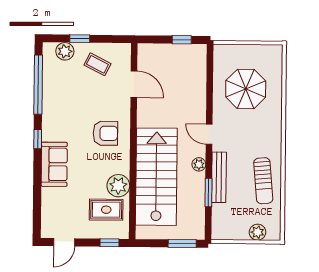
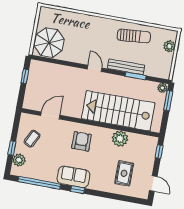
parasol: (246, 89) -> (49, 43), moved
door: (209, 134) -> (95, 68), swing flipped
sofa: (54, 164) -> (73, 177), moved
plant: (199, 164) -> (162, 88), moved
rug: (106, 210) -> (124, 173), moved

